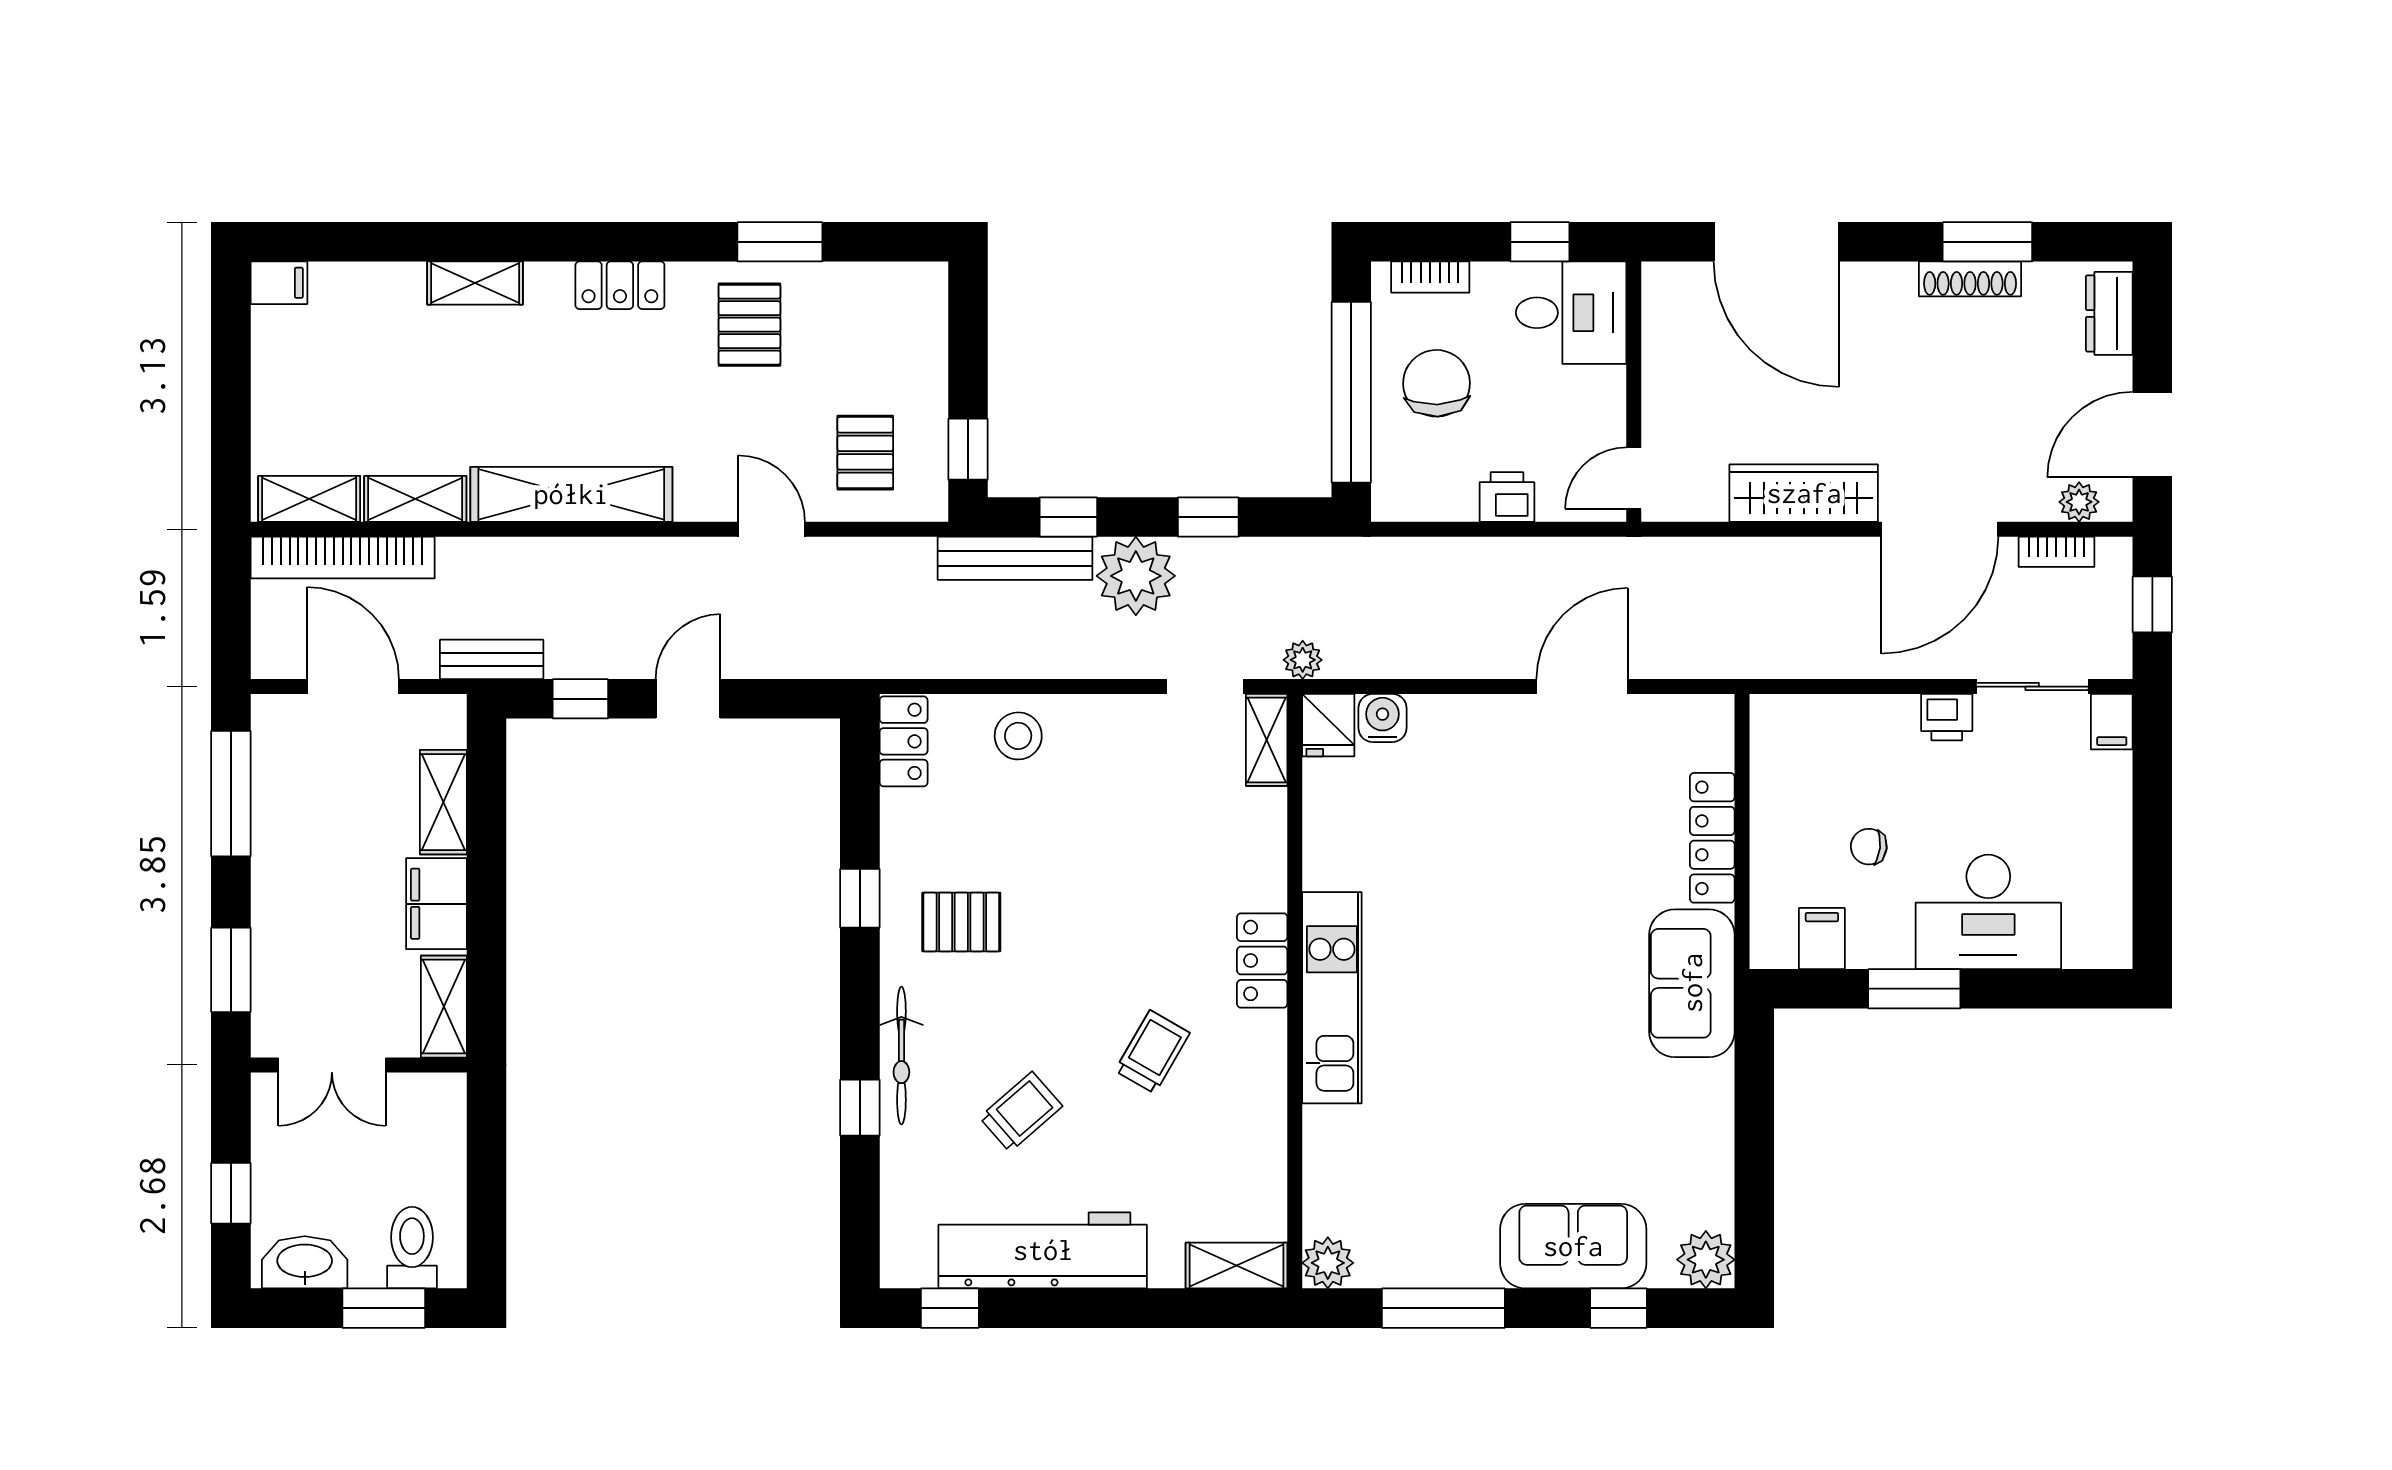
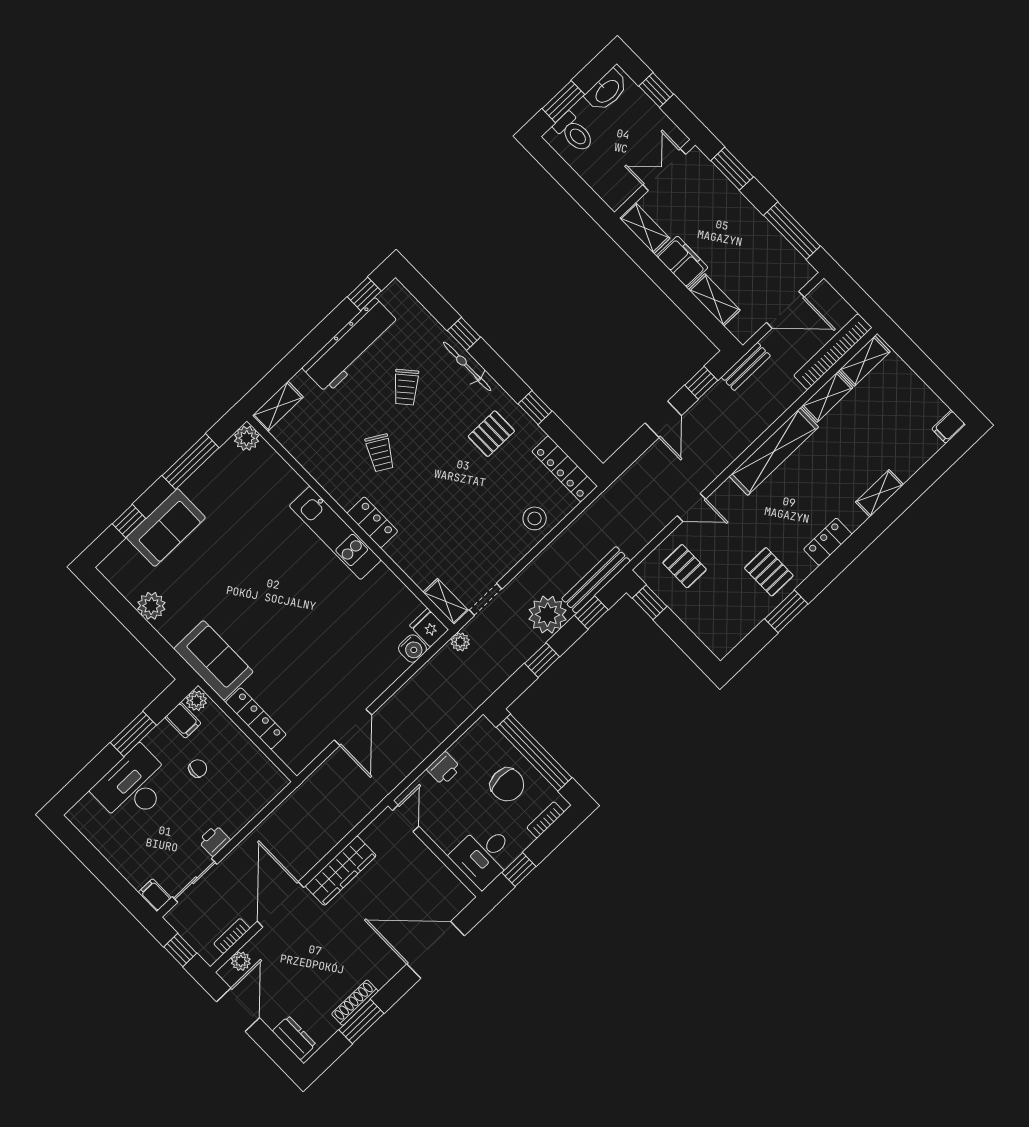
locker: (904, 741) -> (565, 469), width x1.53
plant: (1774, 948) -> (197, 701), added
plant: (1706, 1260) -> (151, 606), moved

